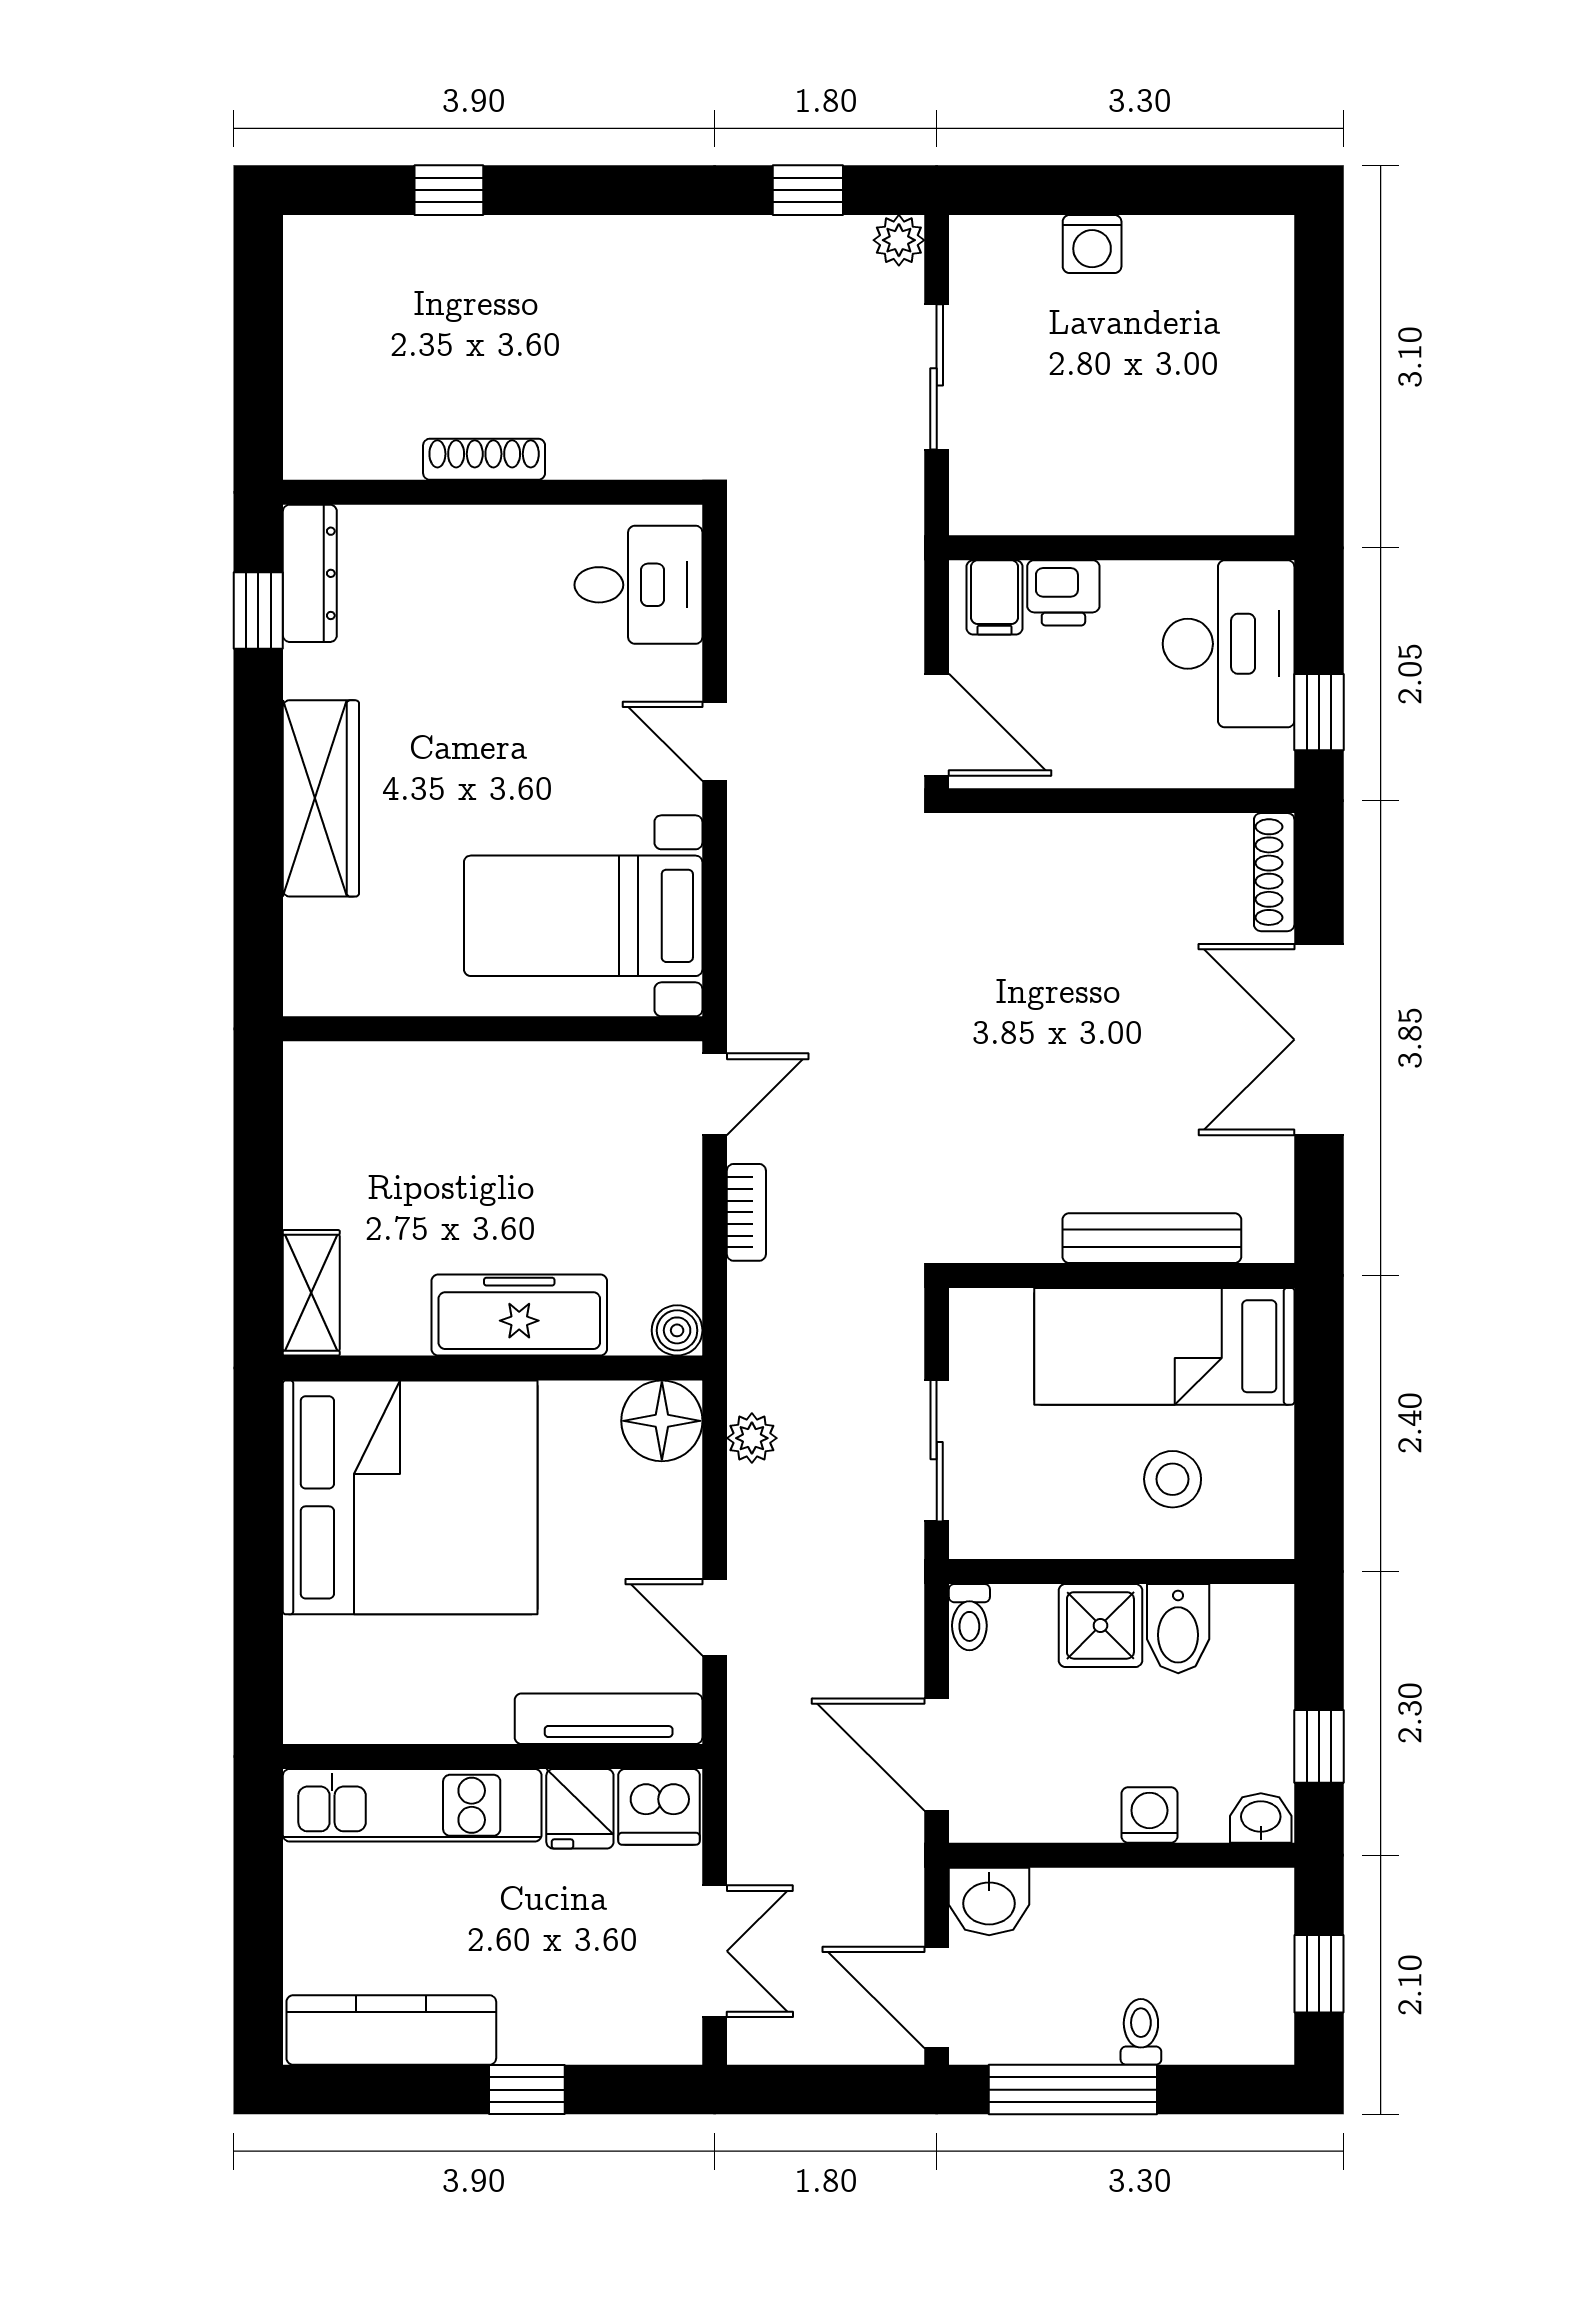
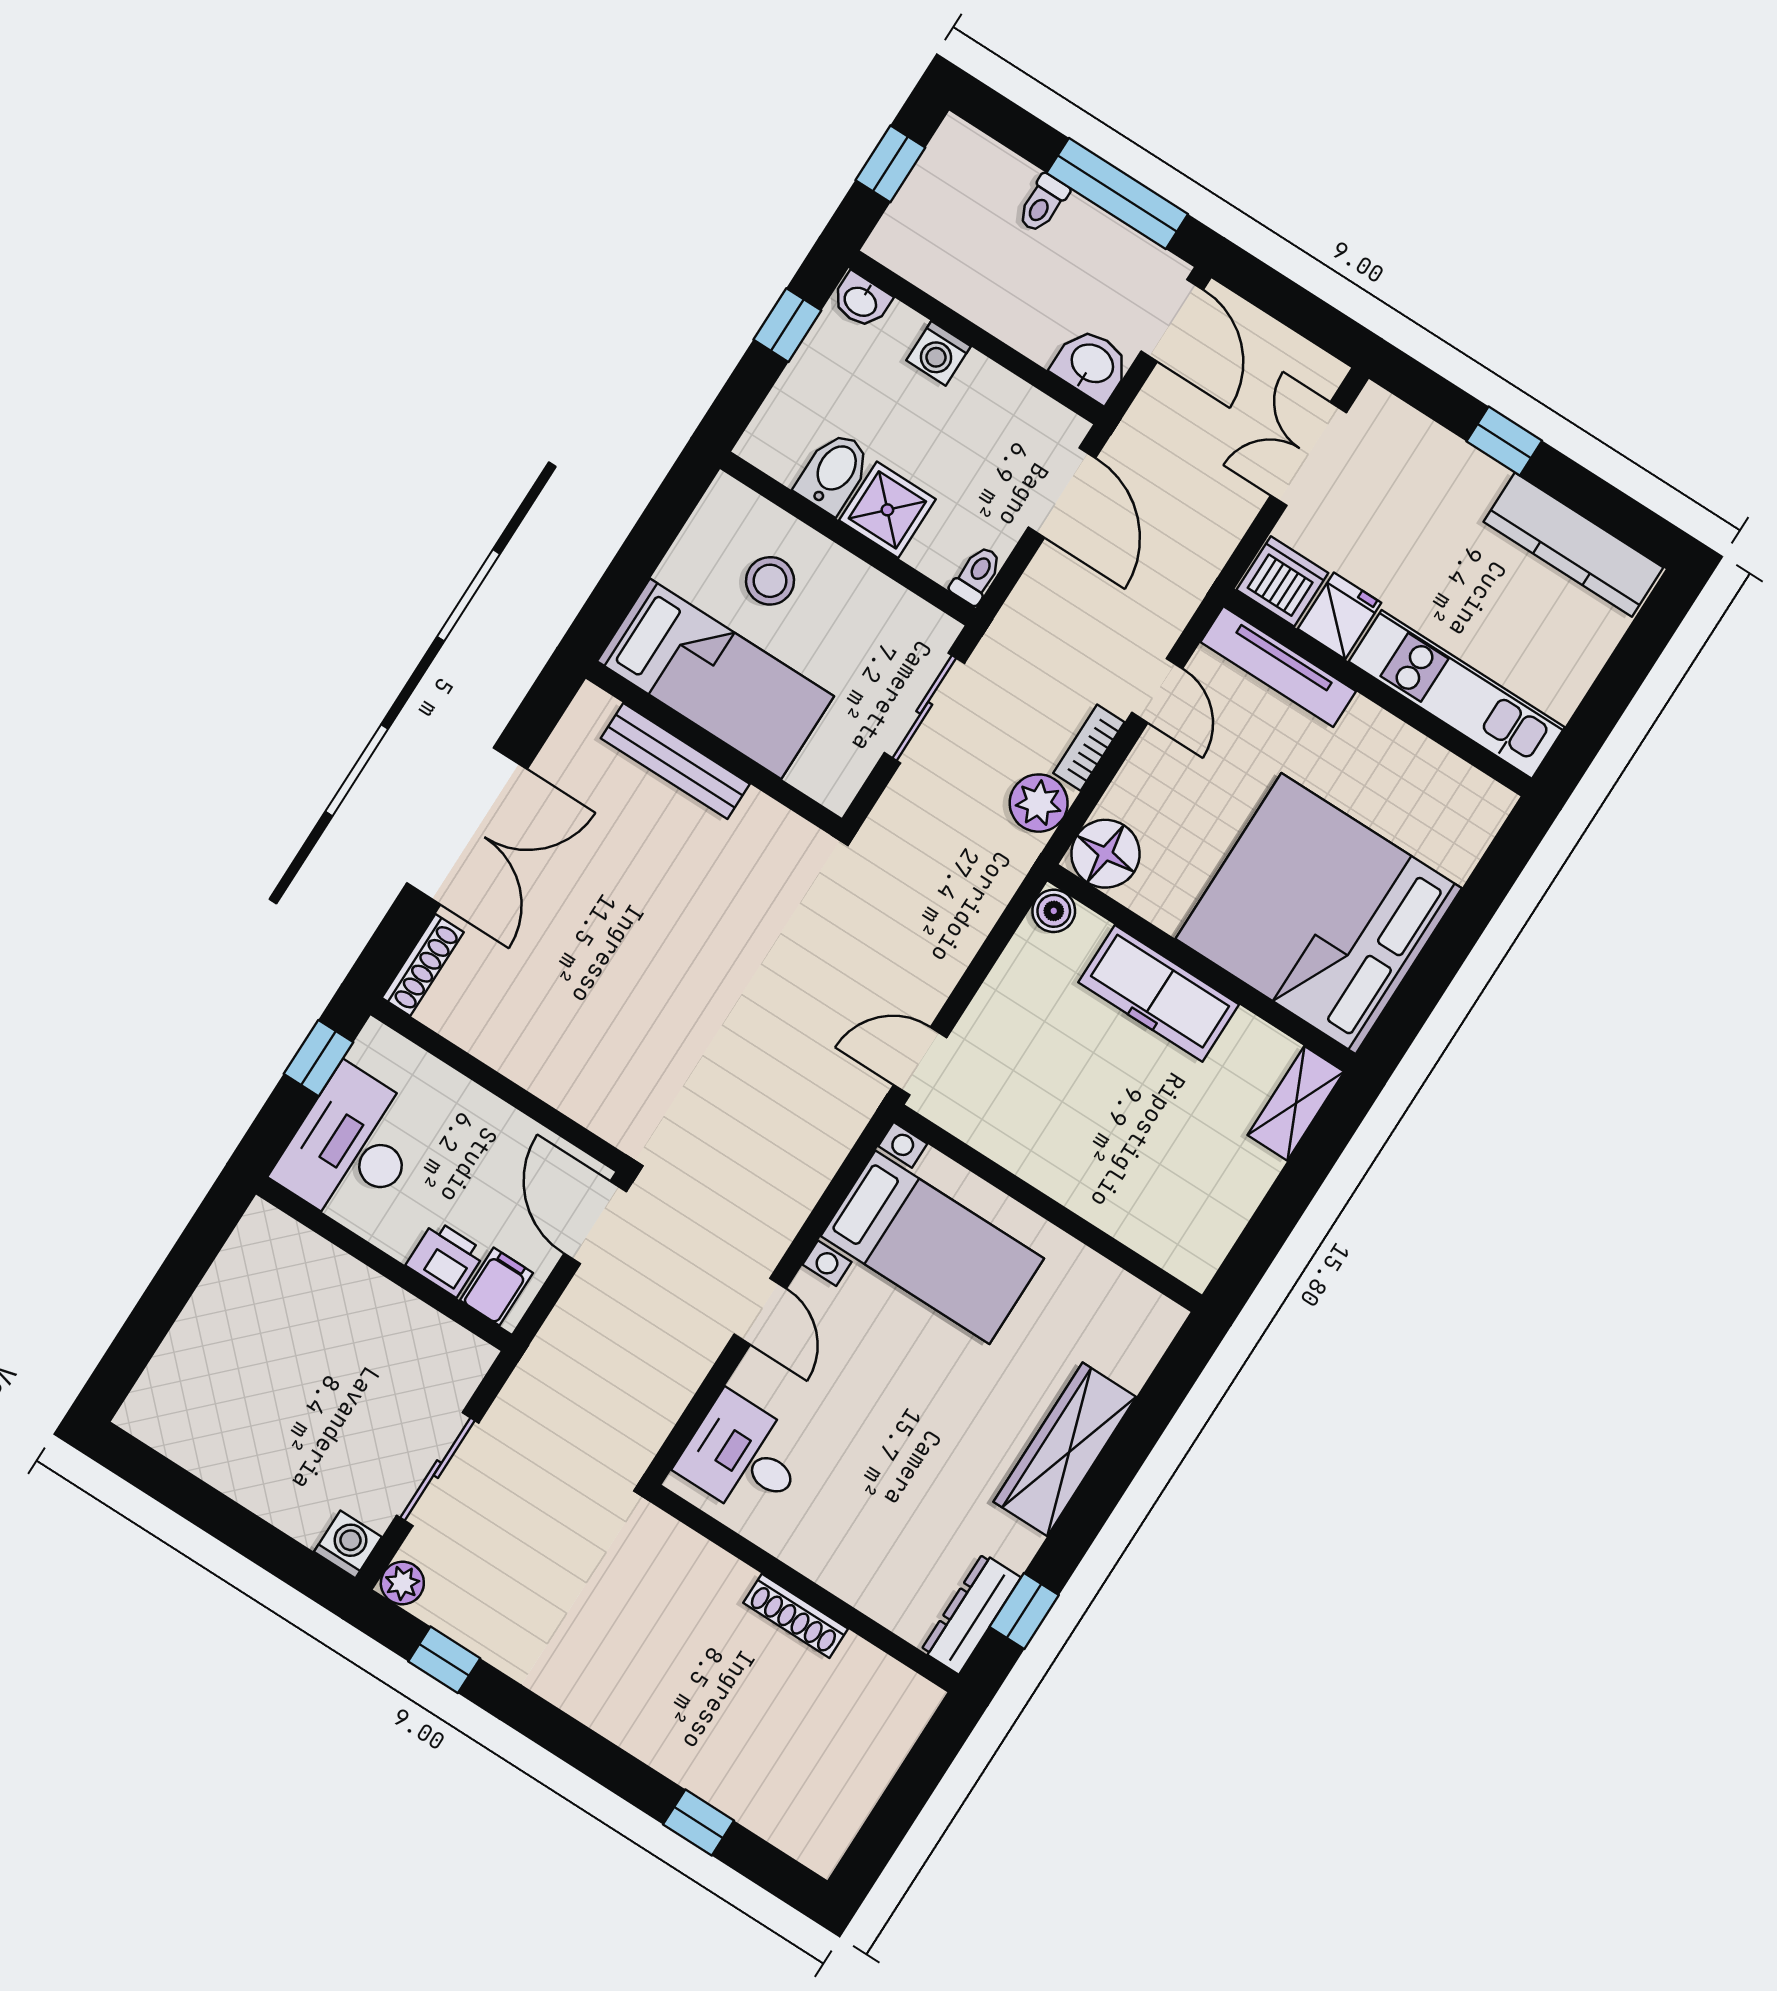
washing machine: (1092, 244) -> (348, 1544), moved
bookcase: (746, 1212) -> (1089, 748), moved
plant: (752, 1438) -> (1039, 803), width x1.38, depth x1.38

